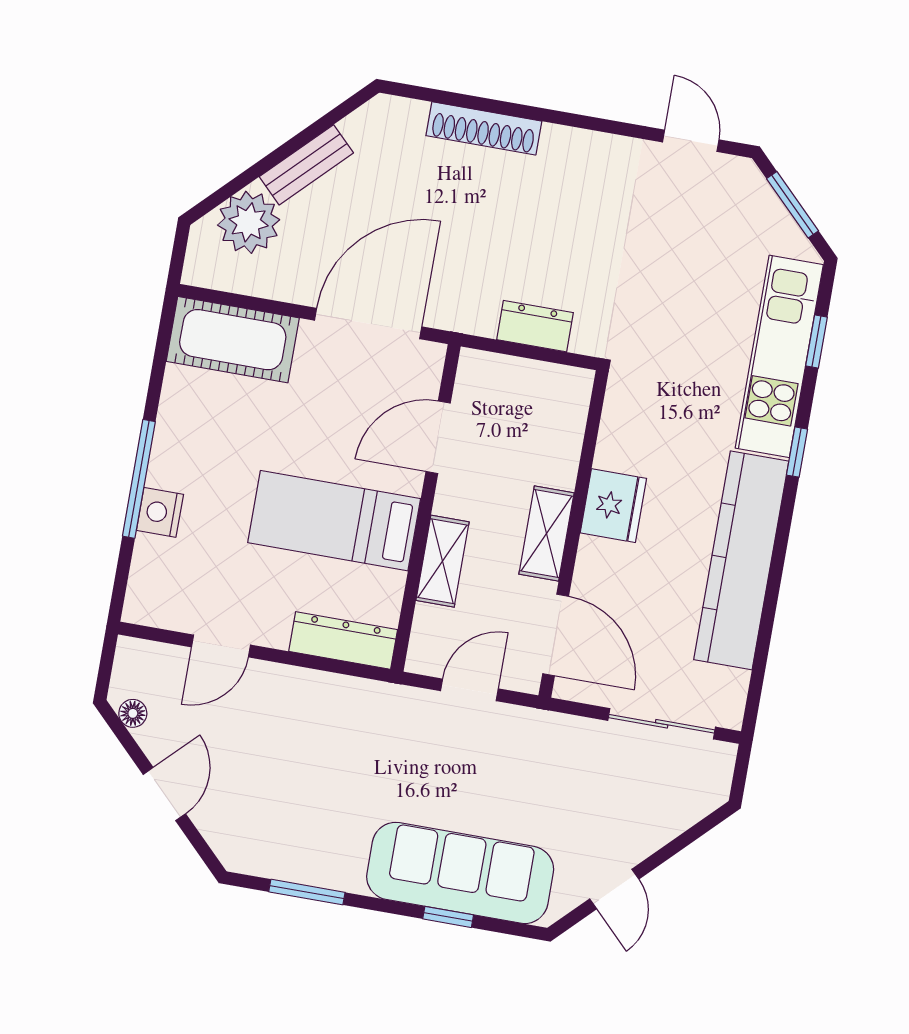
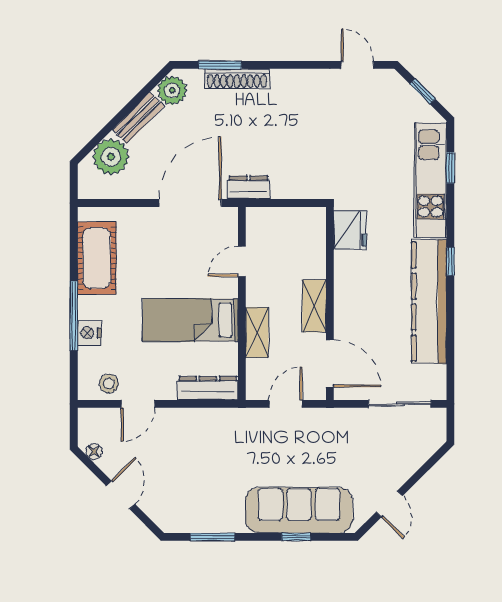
window: (460, 100) -> (220, 65), added
plant: (371, 129) -> (172, 90), added
window: (793, 205) -> (423, 91), width x0.67
dresser: (535, 326) -> (248, 188), moved
cot: (233, 340) -> (97, 258), moved, turned 90
door: (438, 437) -> (242, 261), width x0.73
window: (797, 452) -> (450, 261), moved
fridge: (613, 506) -> (350, 230), moved
stool: (178, 603) -> (109, 383), added

